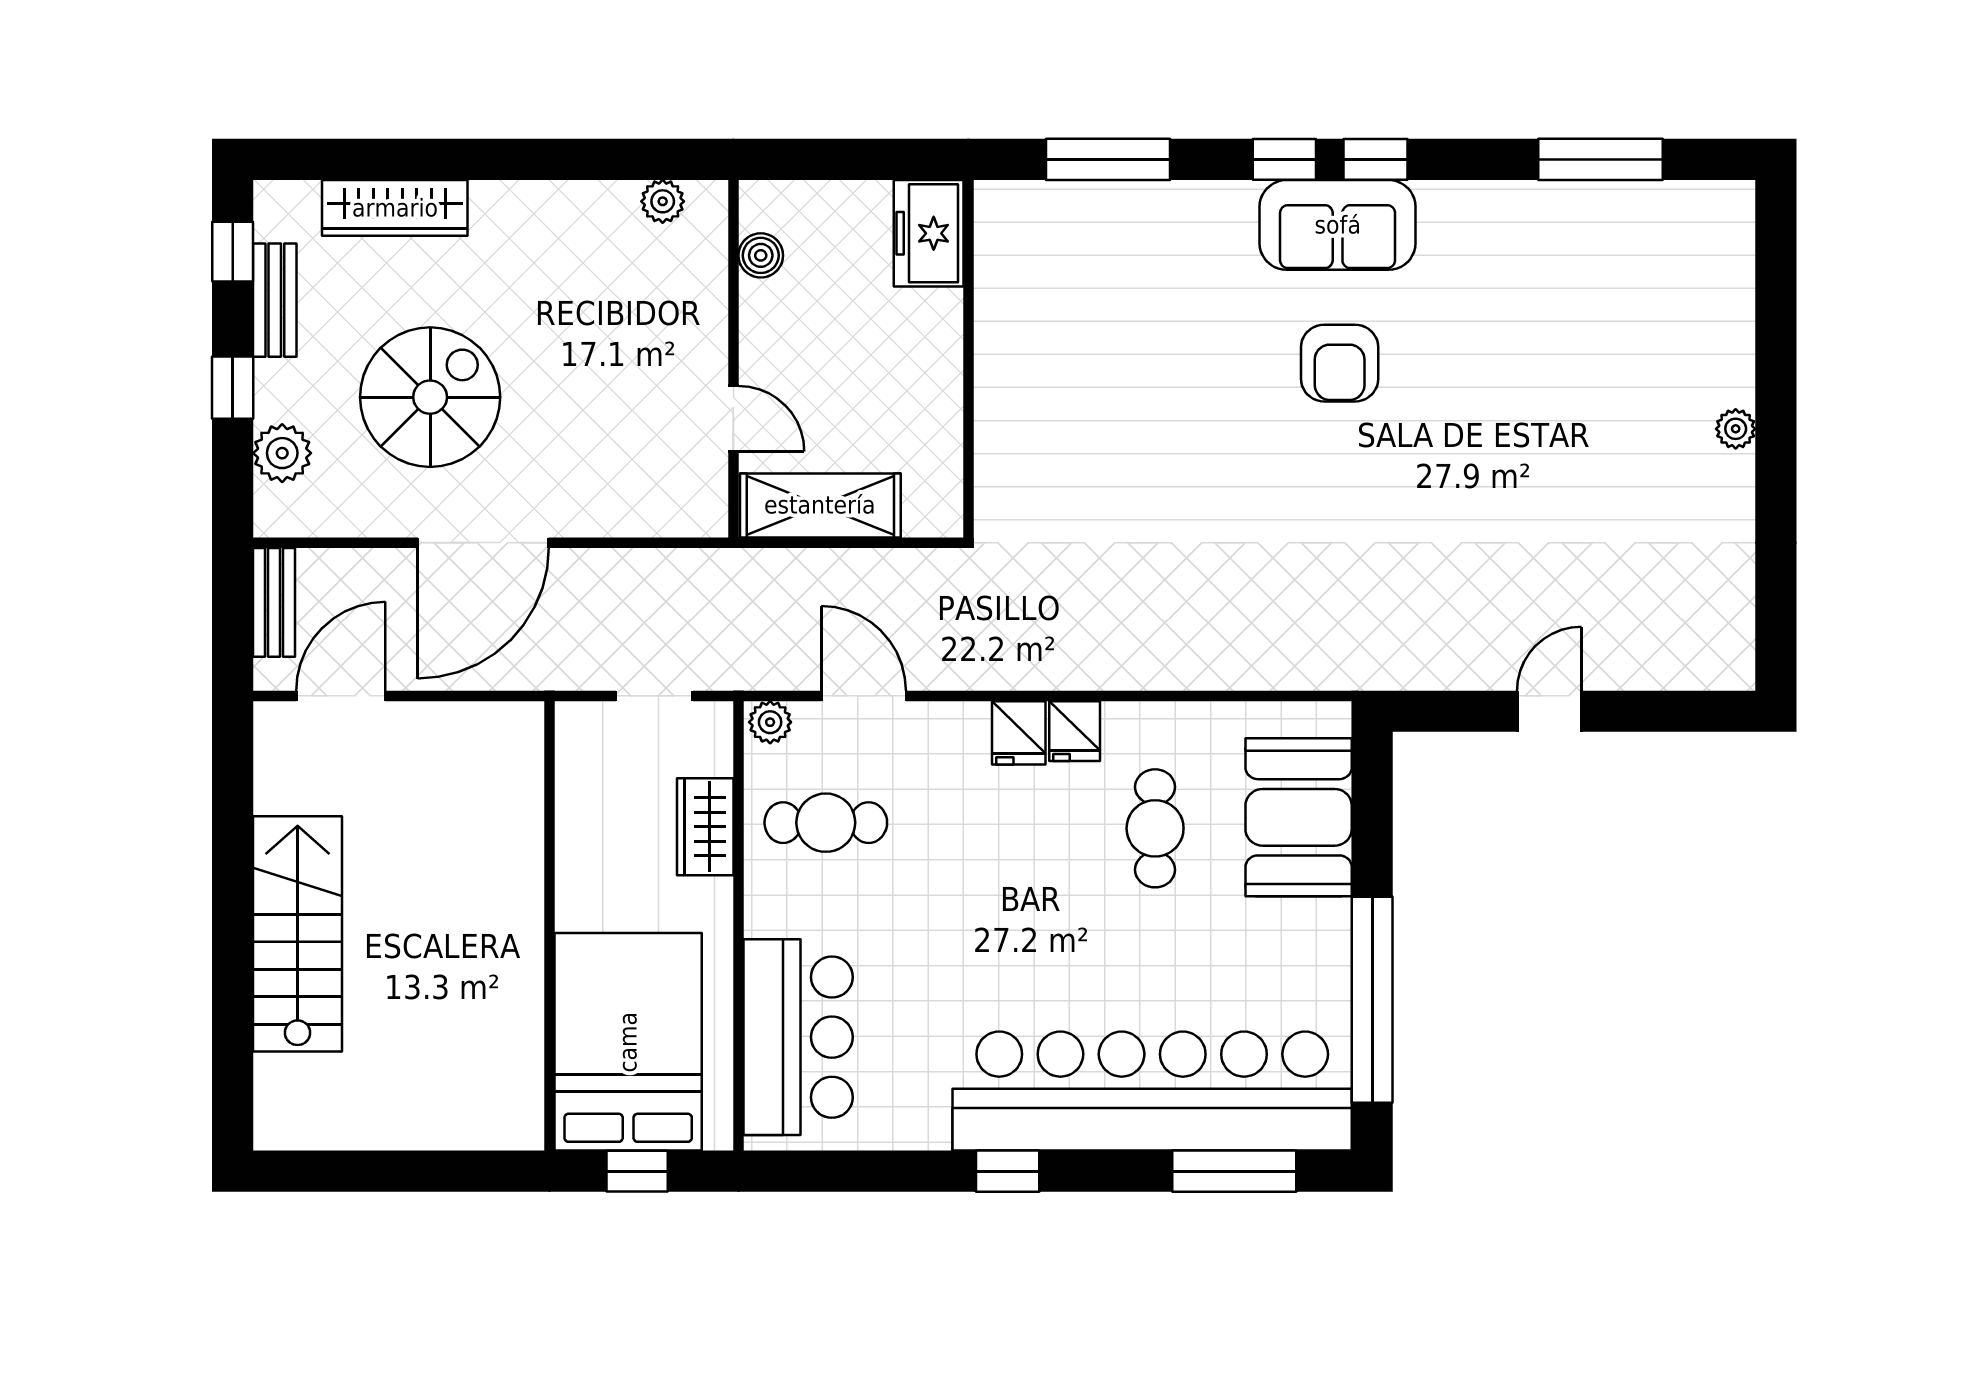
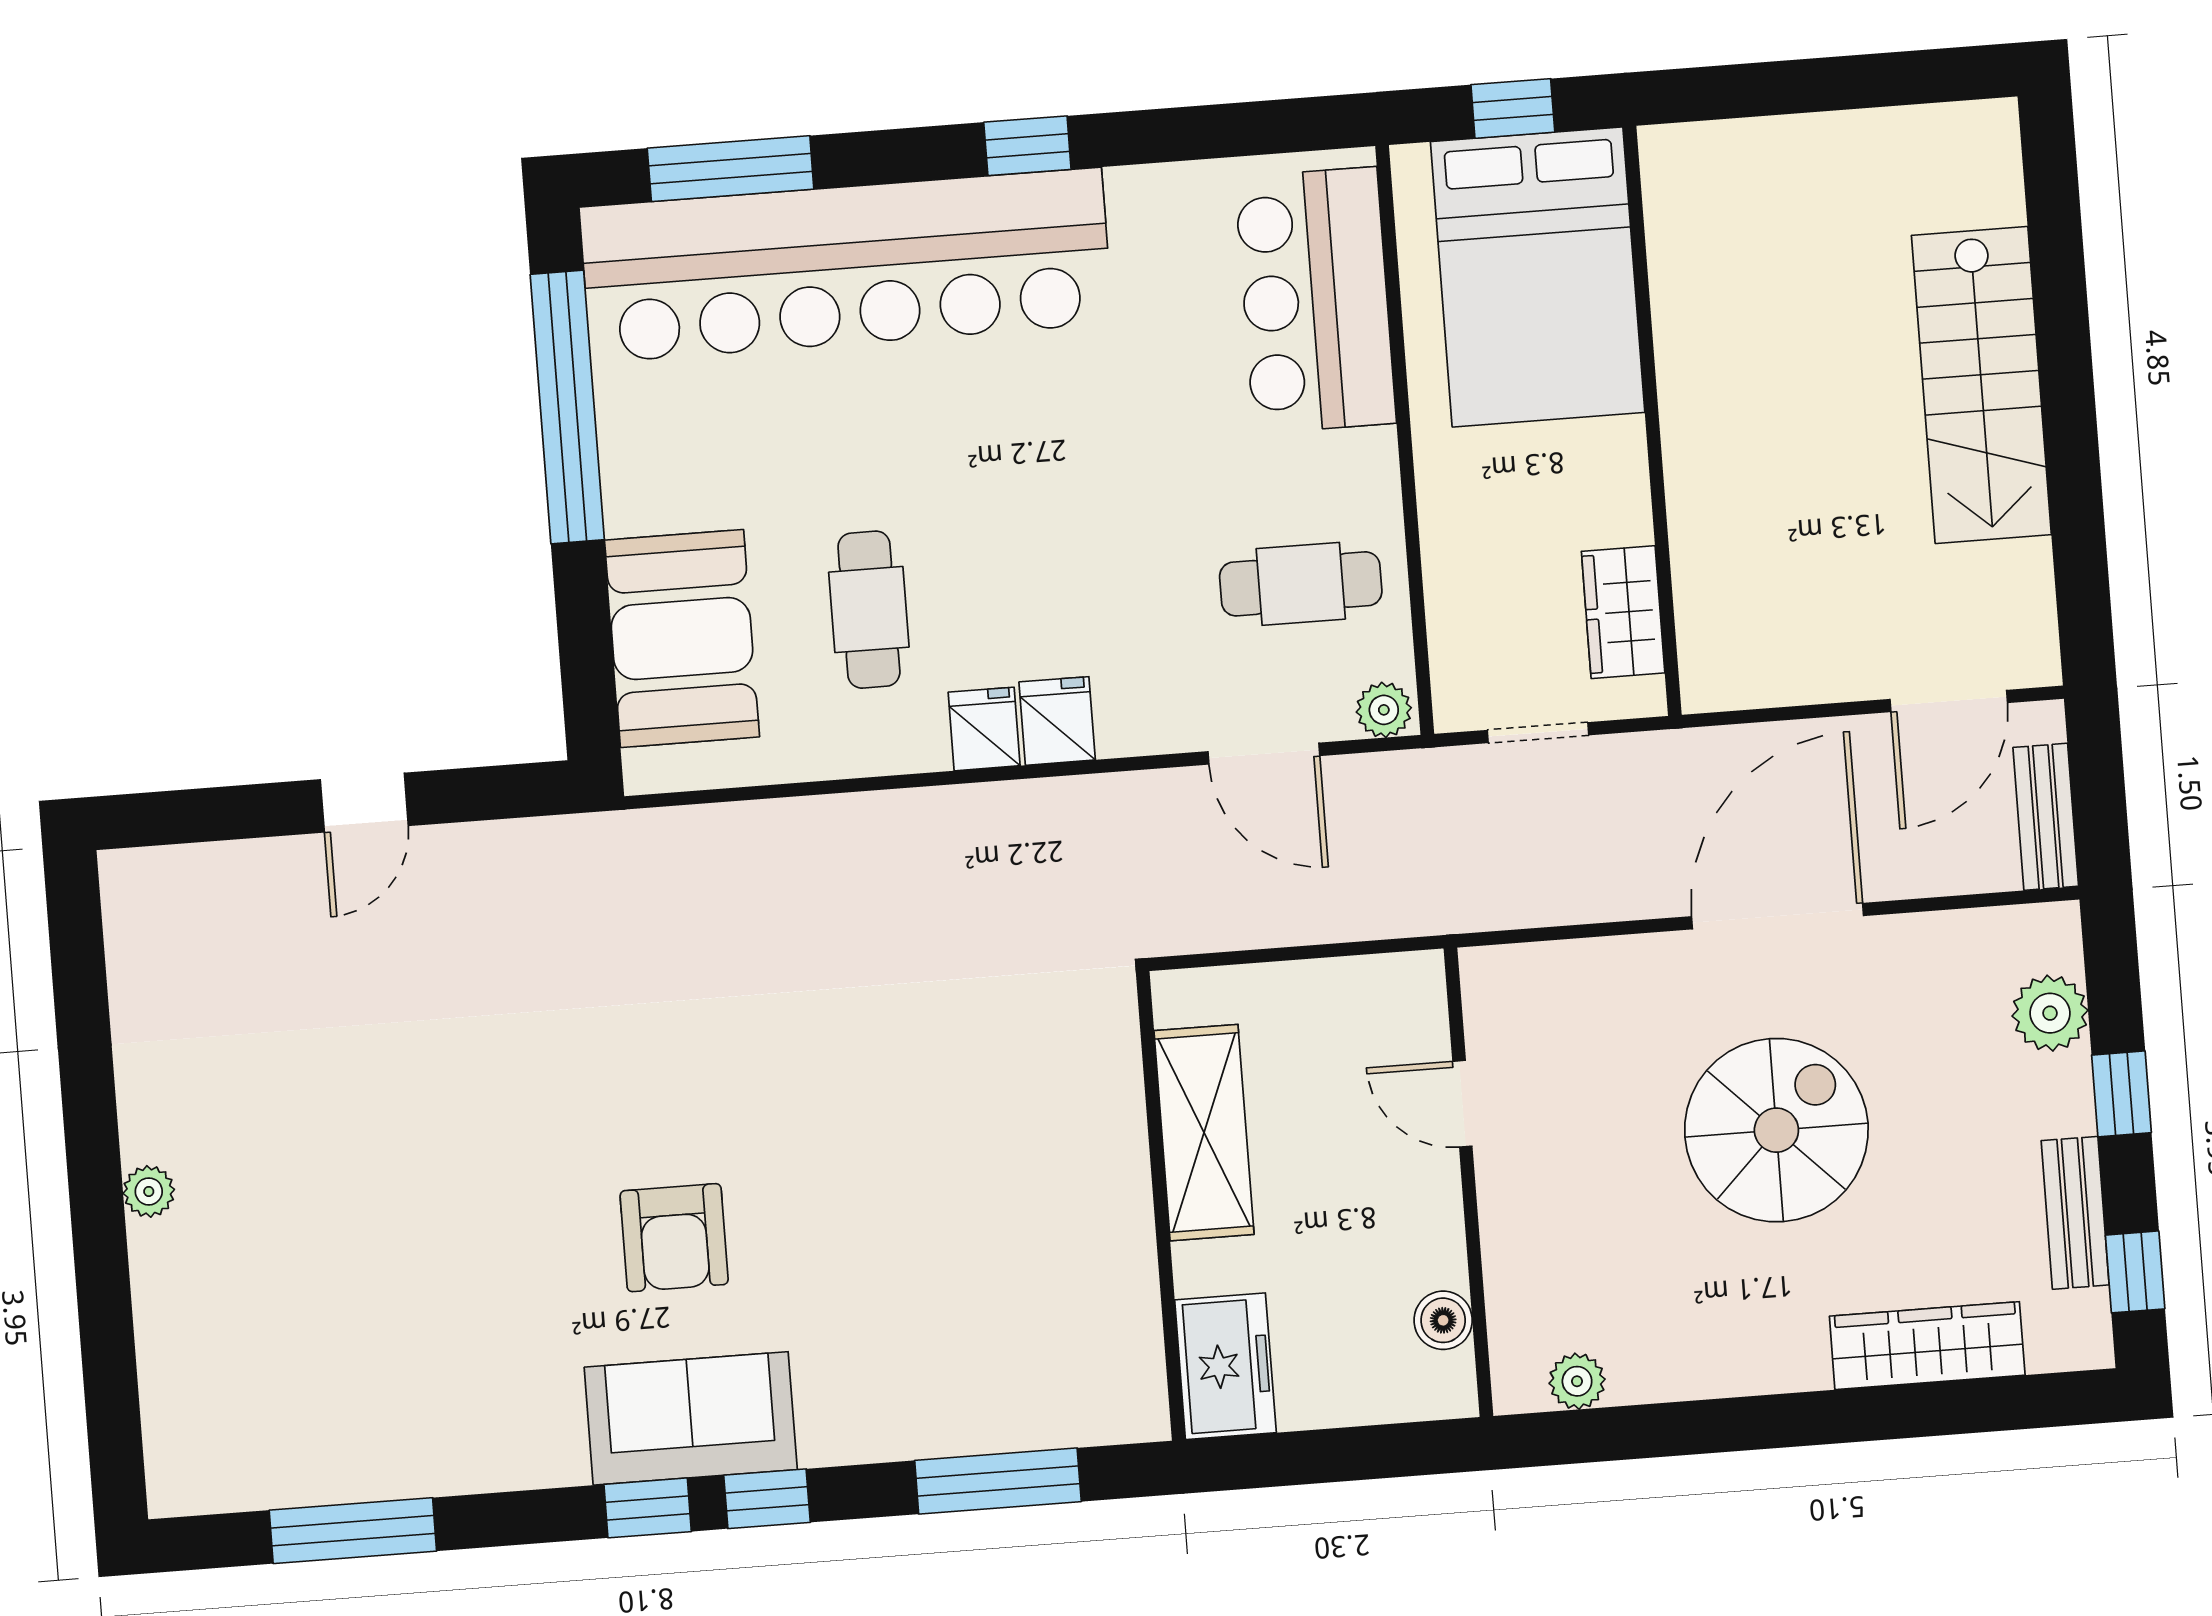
armchair: (1340, 363) -> (674, 1238), turned 180
spiral stairs: (430, 397) -> (1776, 1130), moved, turned 180
shelving: (820, 505) -> (1204, 1133), moved, turned 90
wardrobe: (705, 827) -> (1623, 612), moved, turned 180

